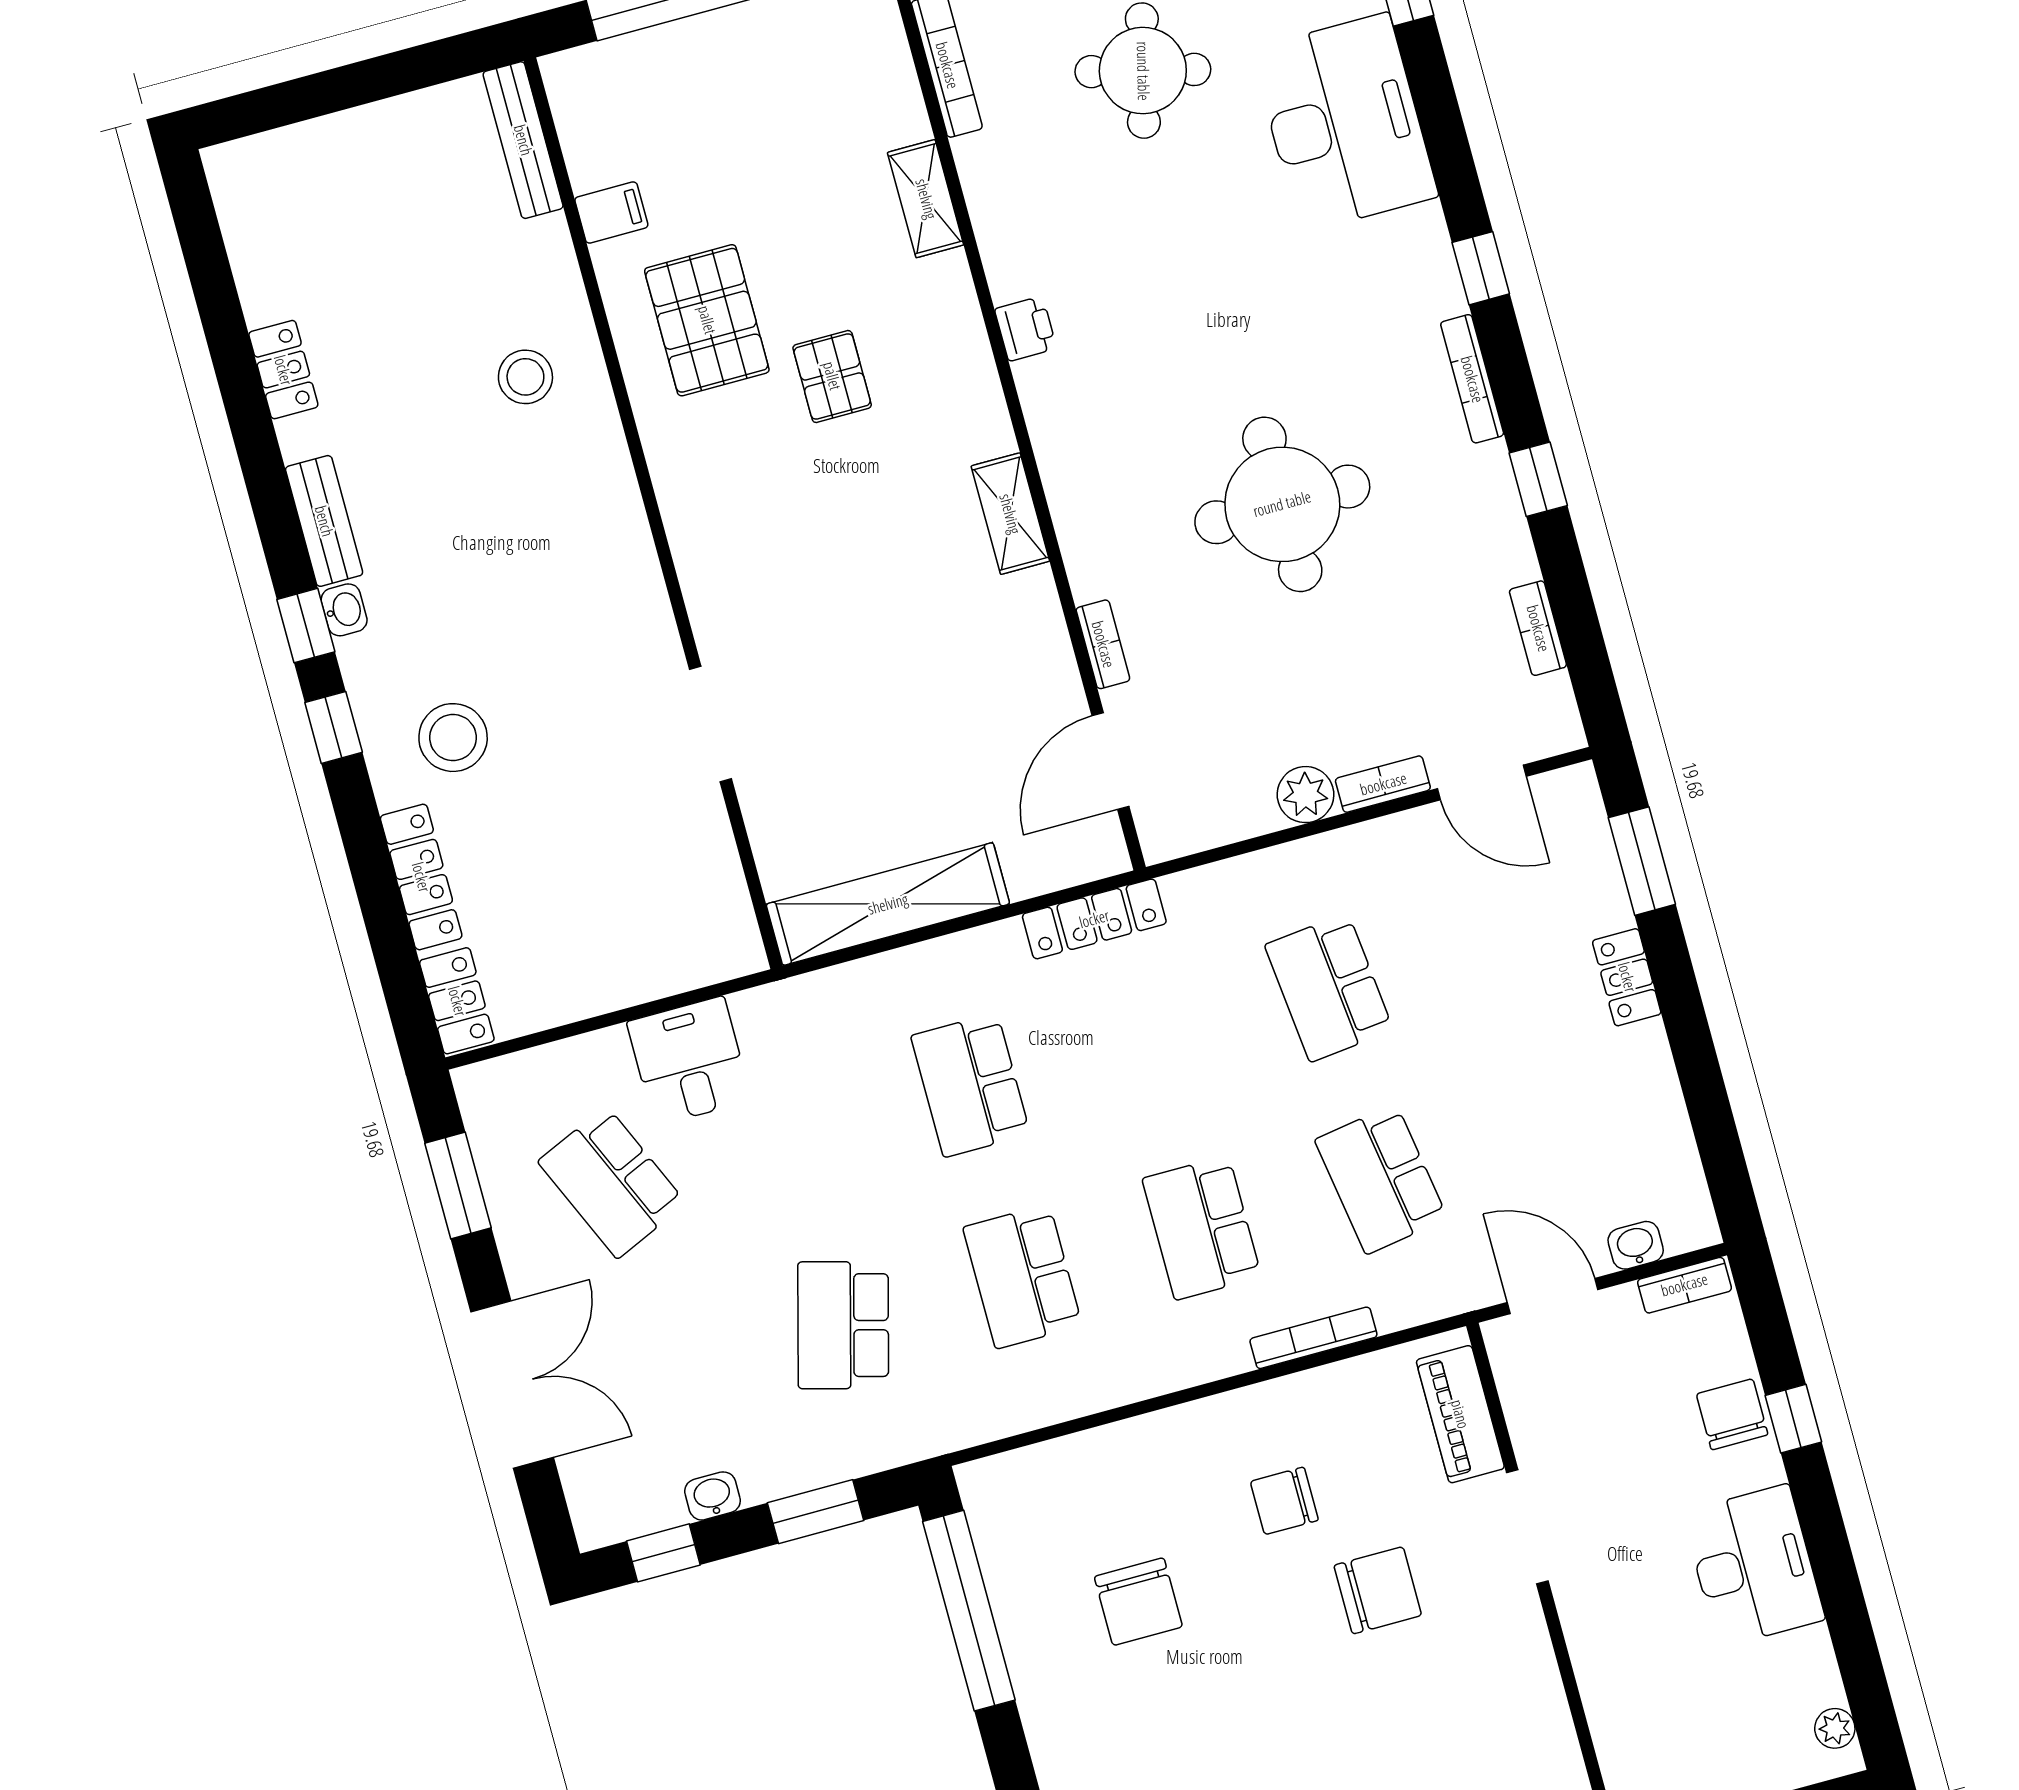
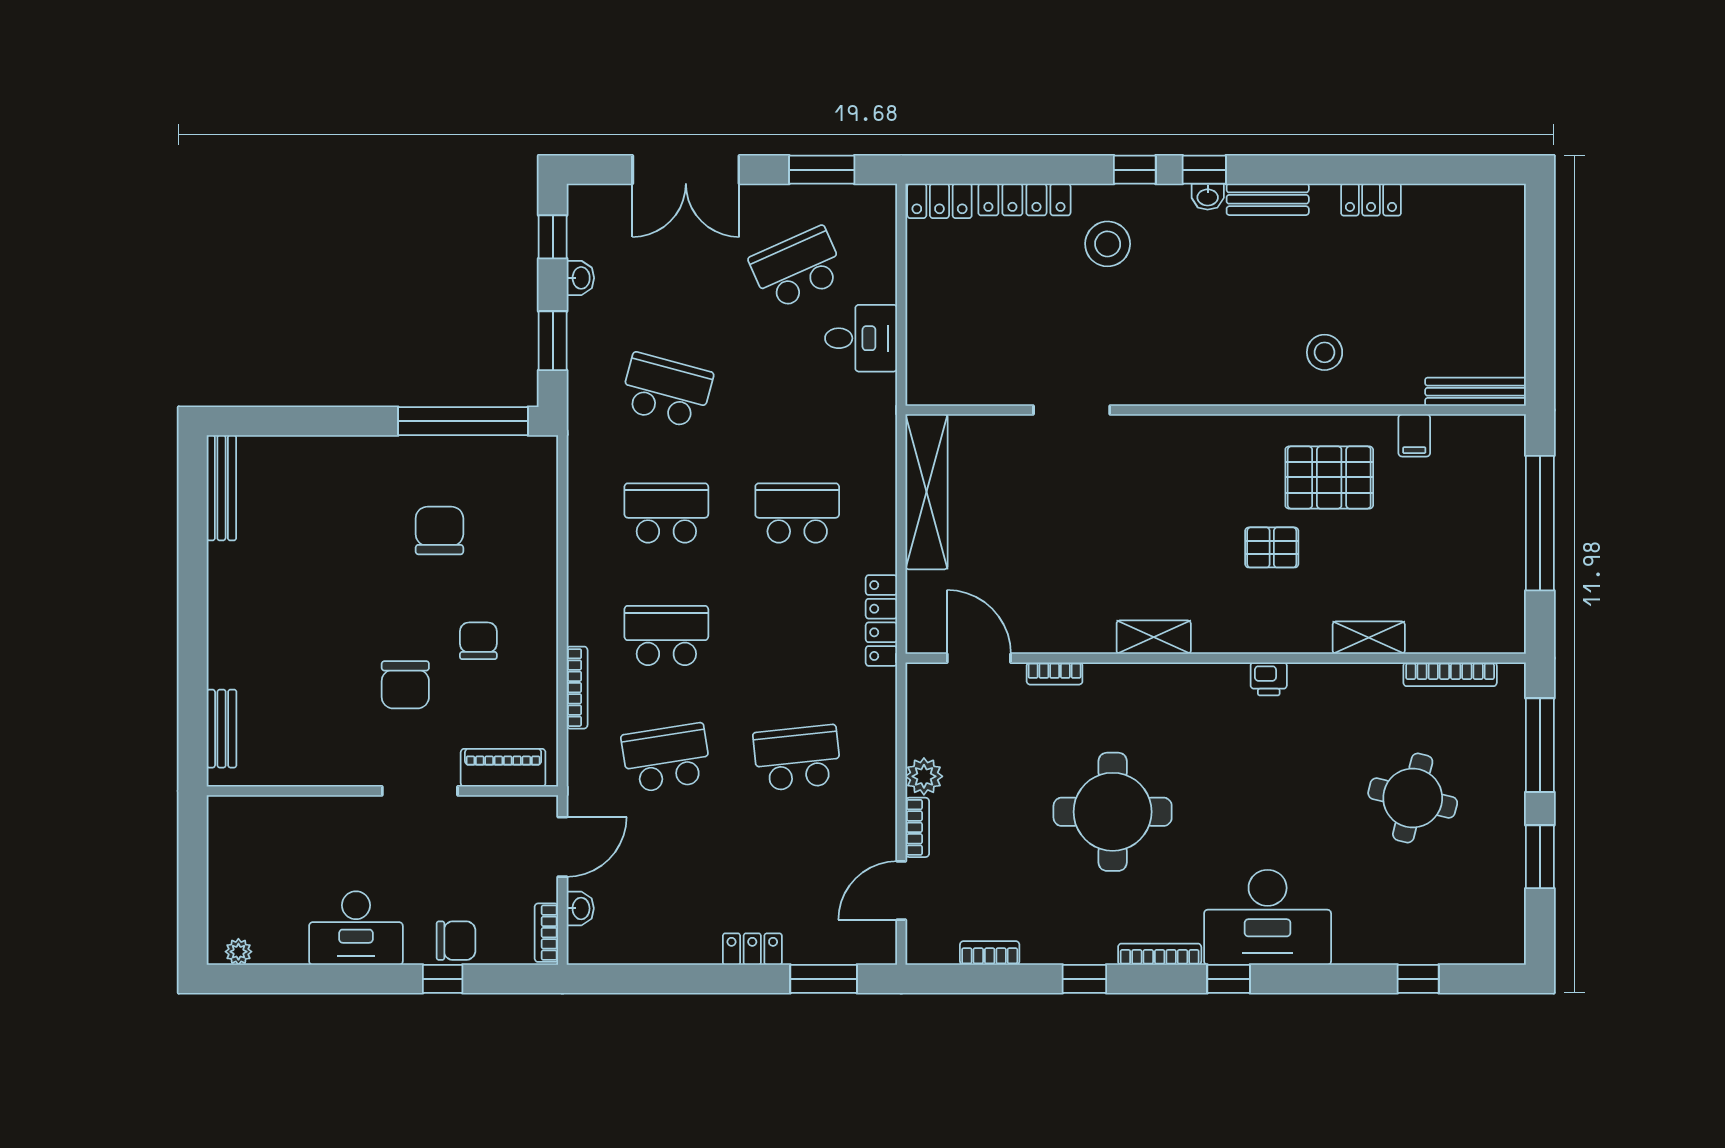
desk: (1345, 123) -> (1268, 917), moved
chair: (1138, 1602) -> (439, 531), turned 90

